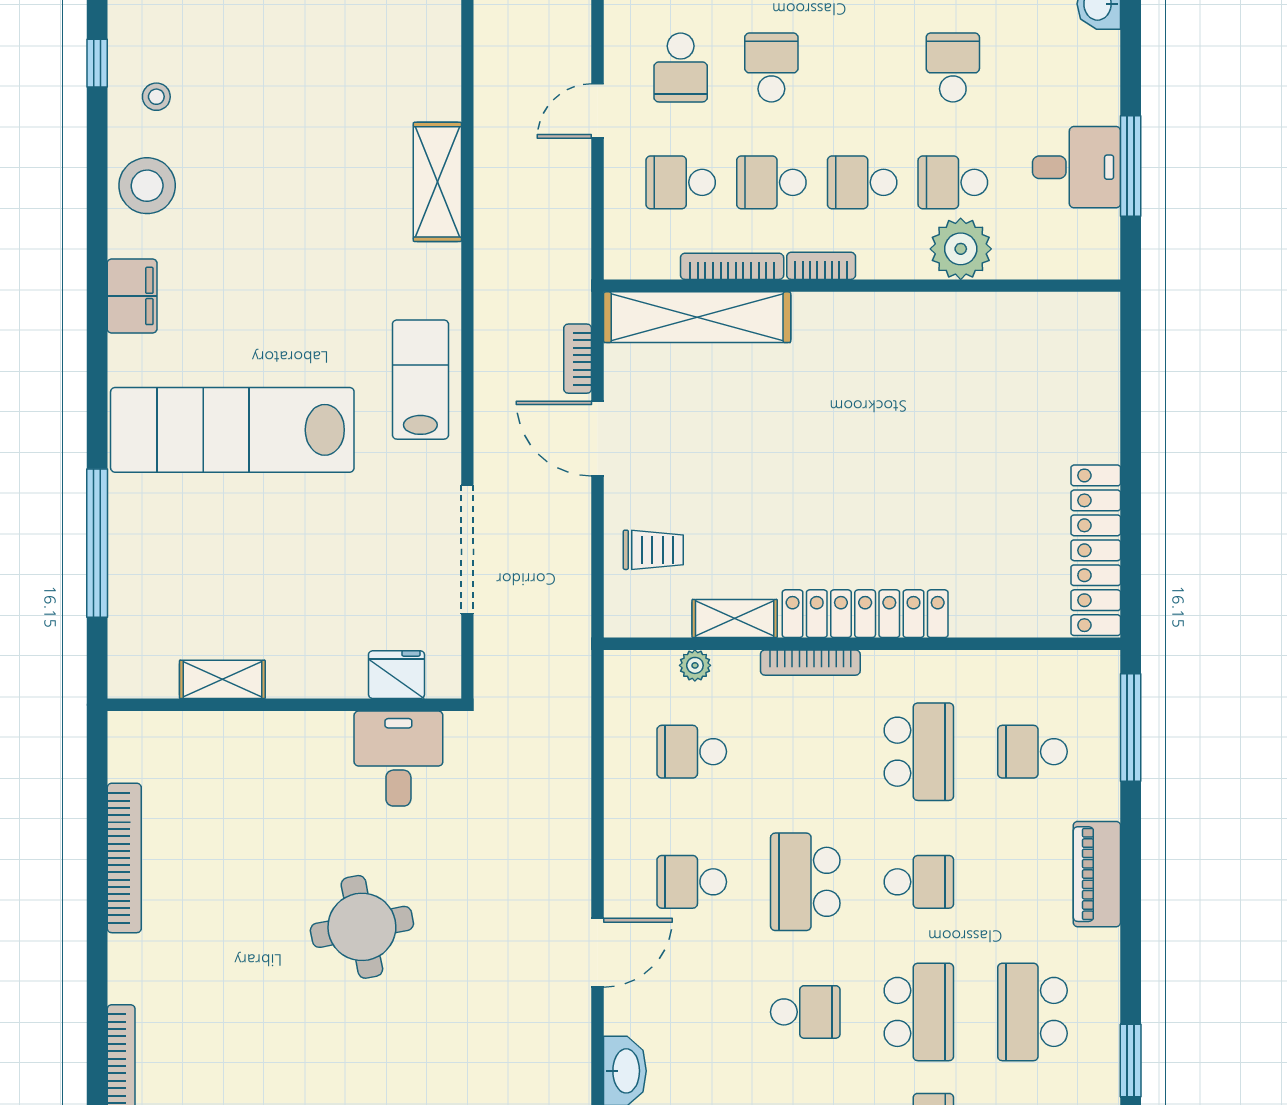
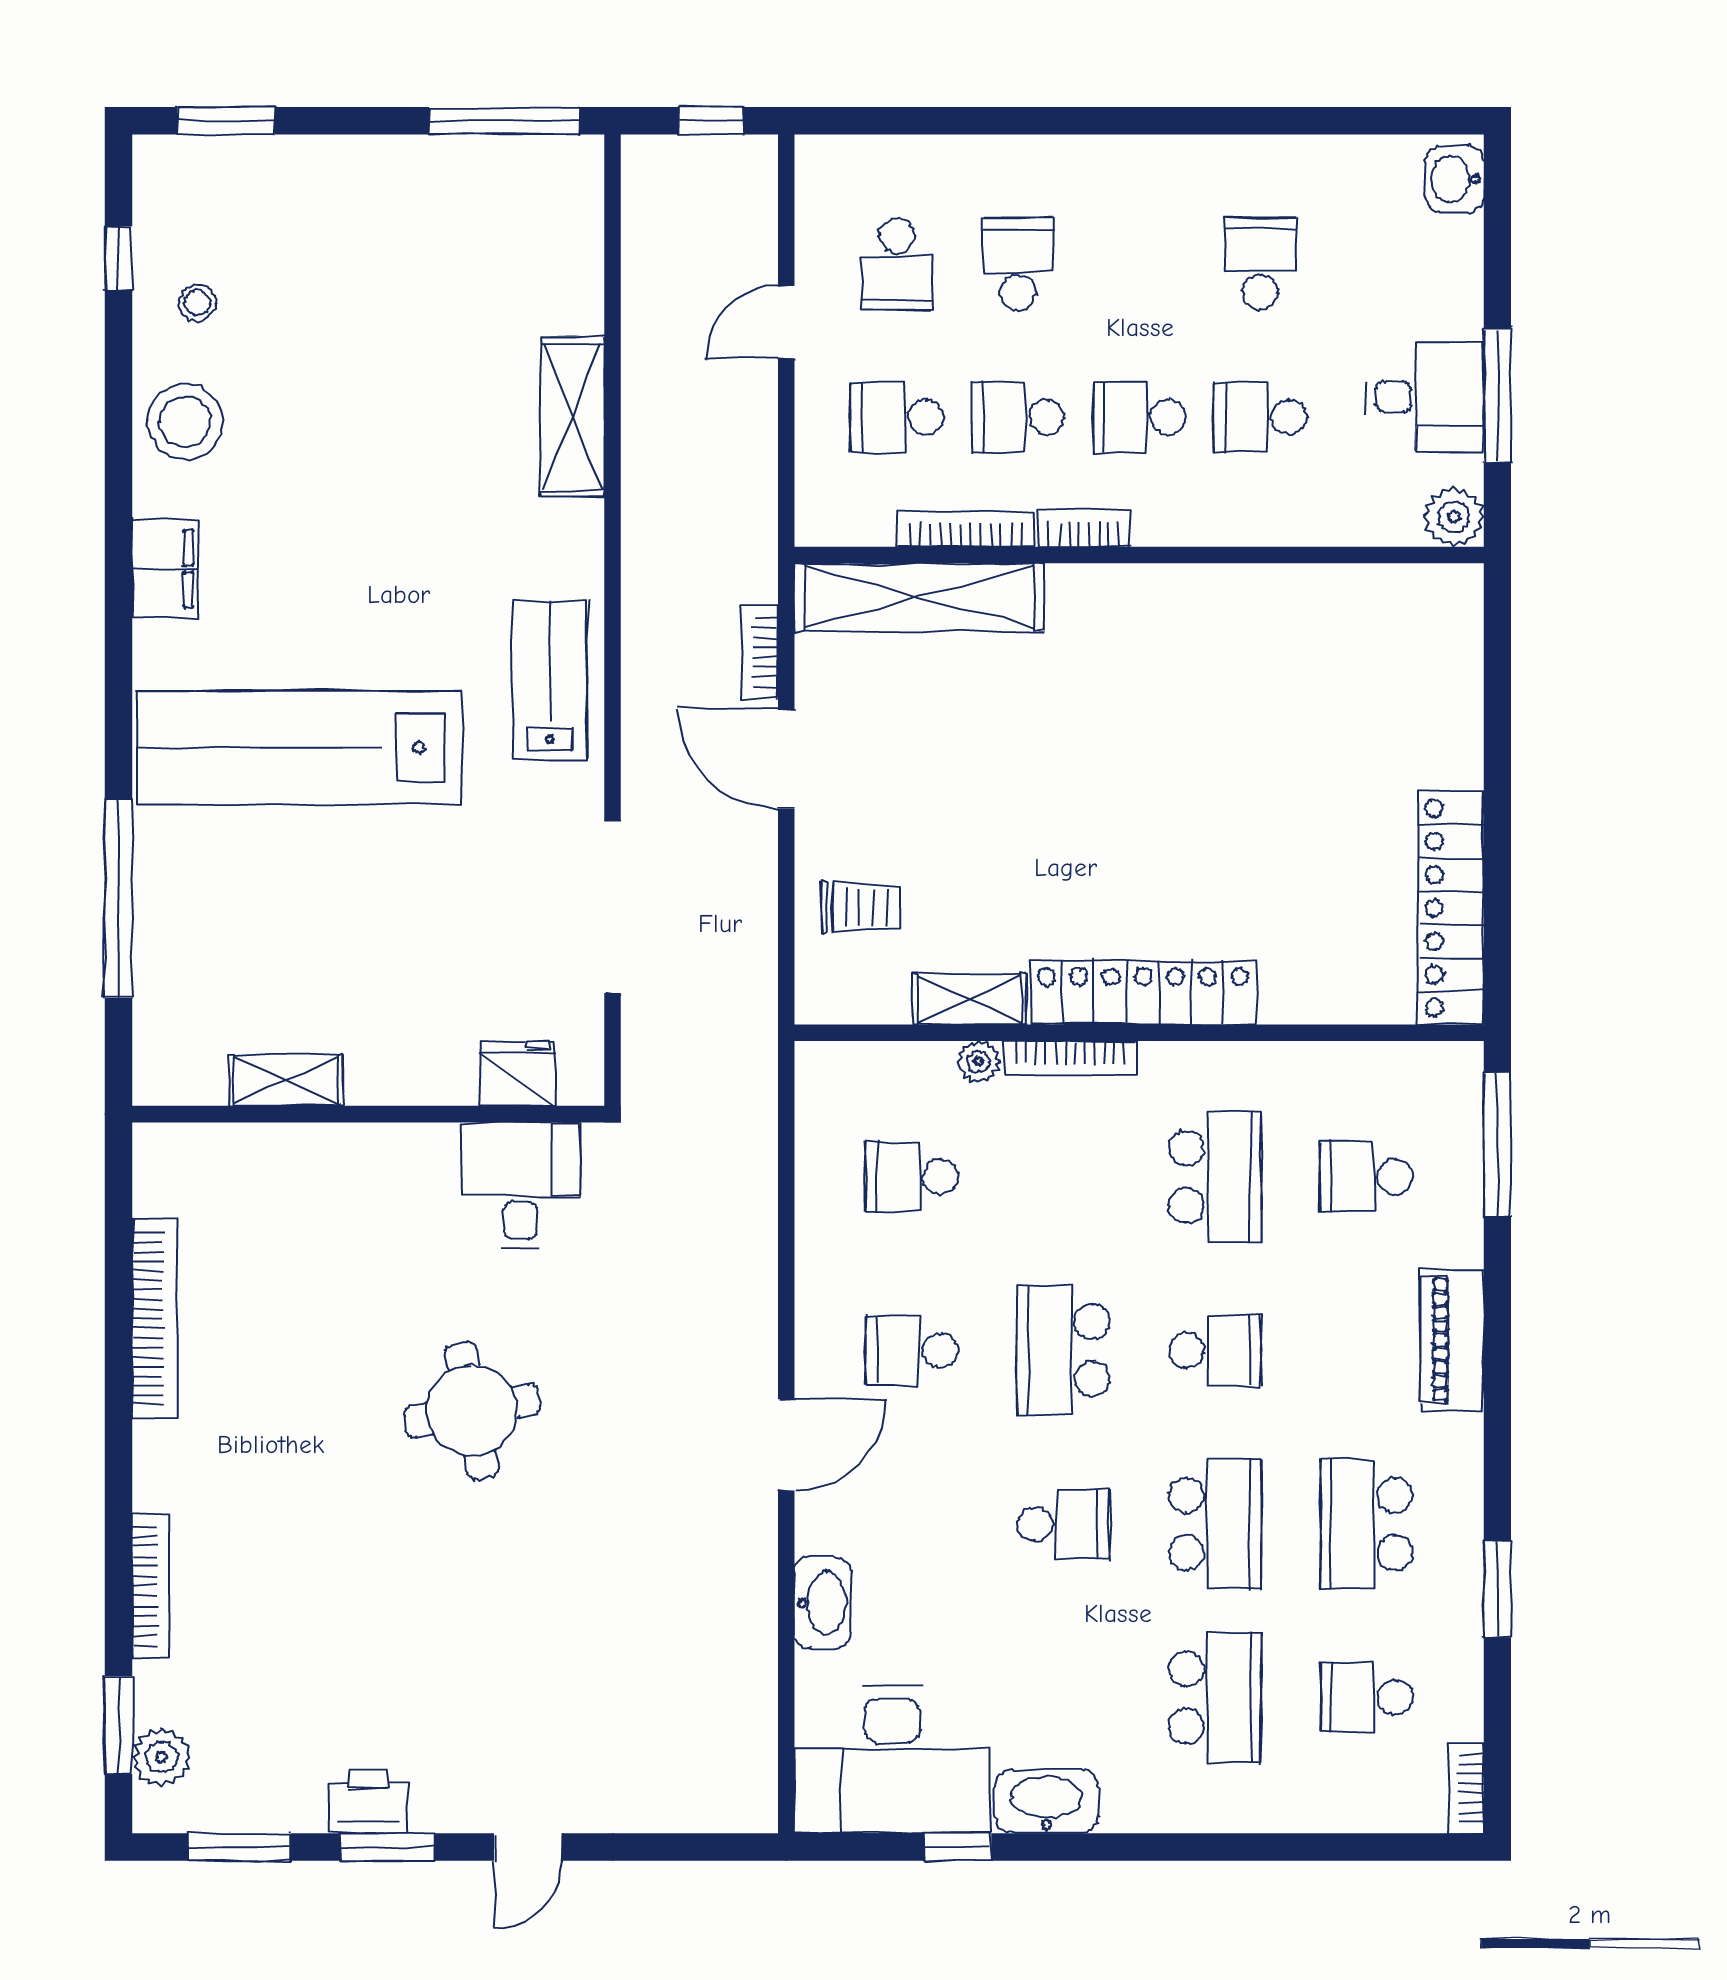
plant: (961, 249) -> (1454, 517), moved, width x0.73, depth x0.73
plant: (695, 665) -> (979, 1062), moved

